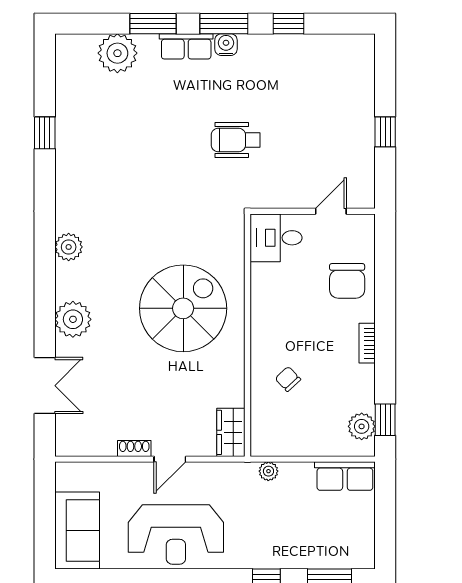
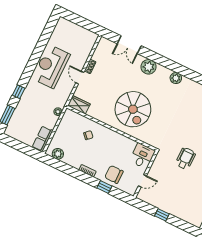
door: (331, 211) -> (142, 181), hinge flipped
window: (385, 420) -> (104, 187), moved
sofa: (77, 531) -> (70, 31), removed

